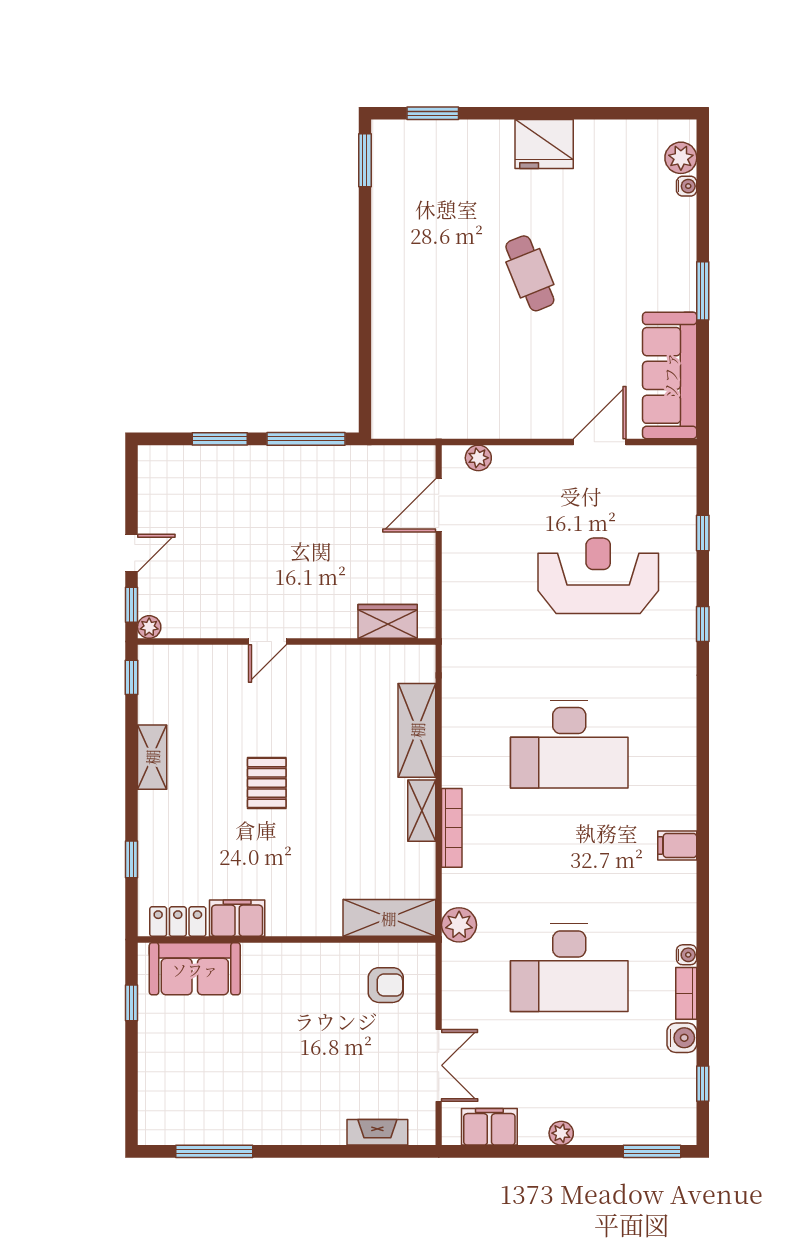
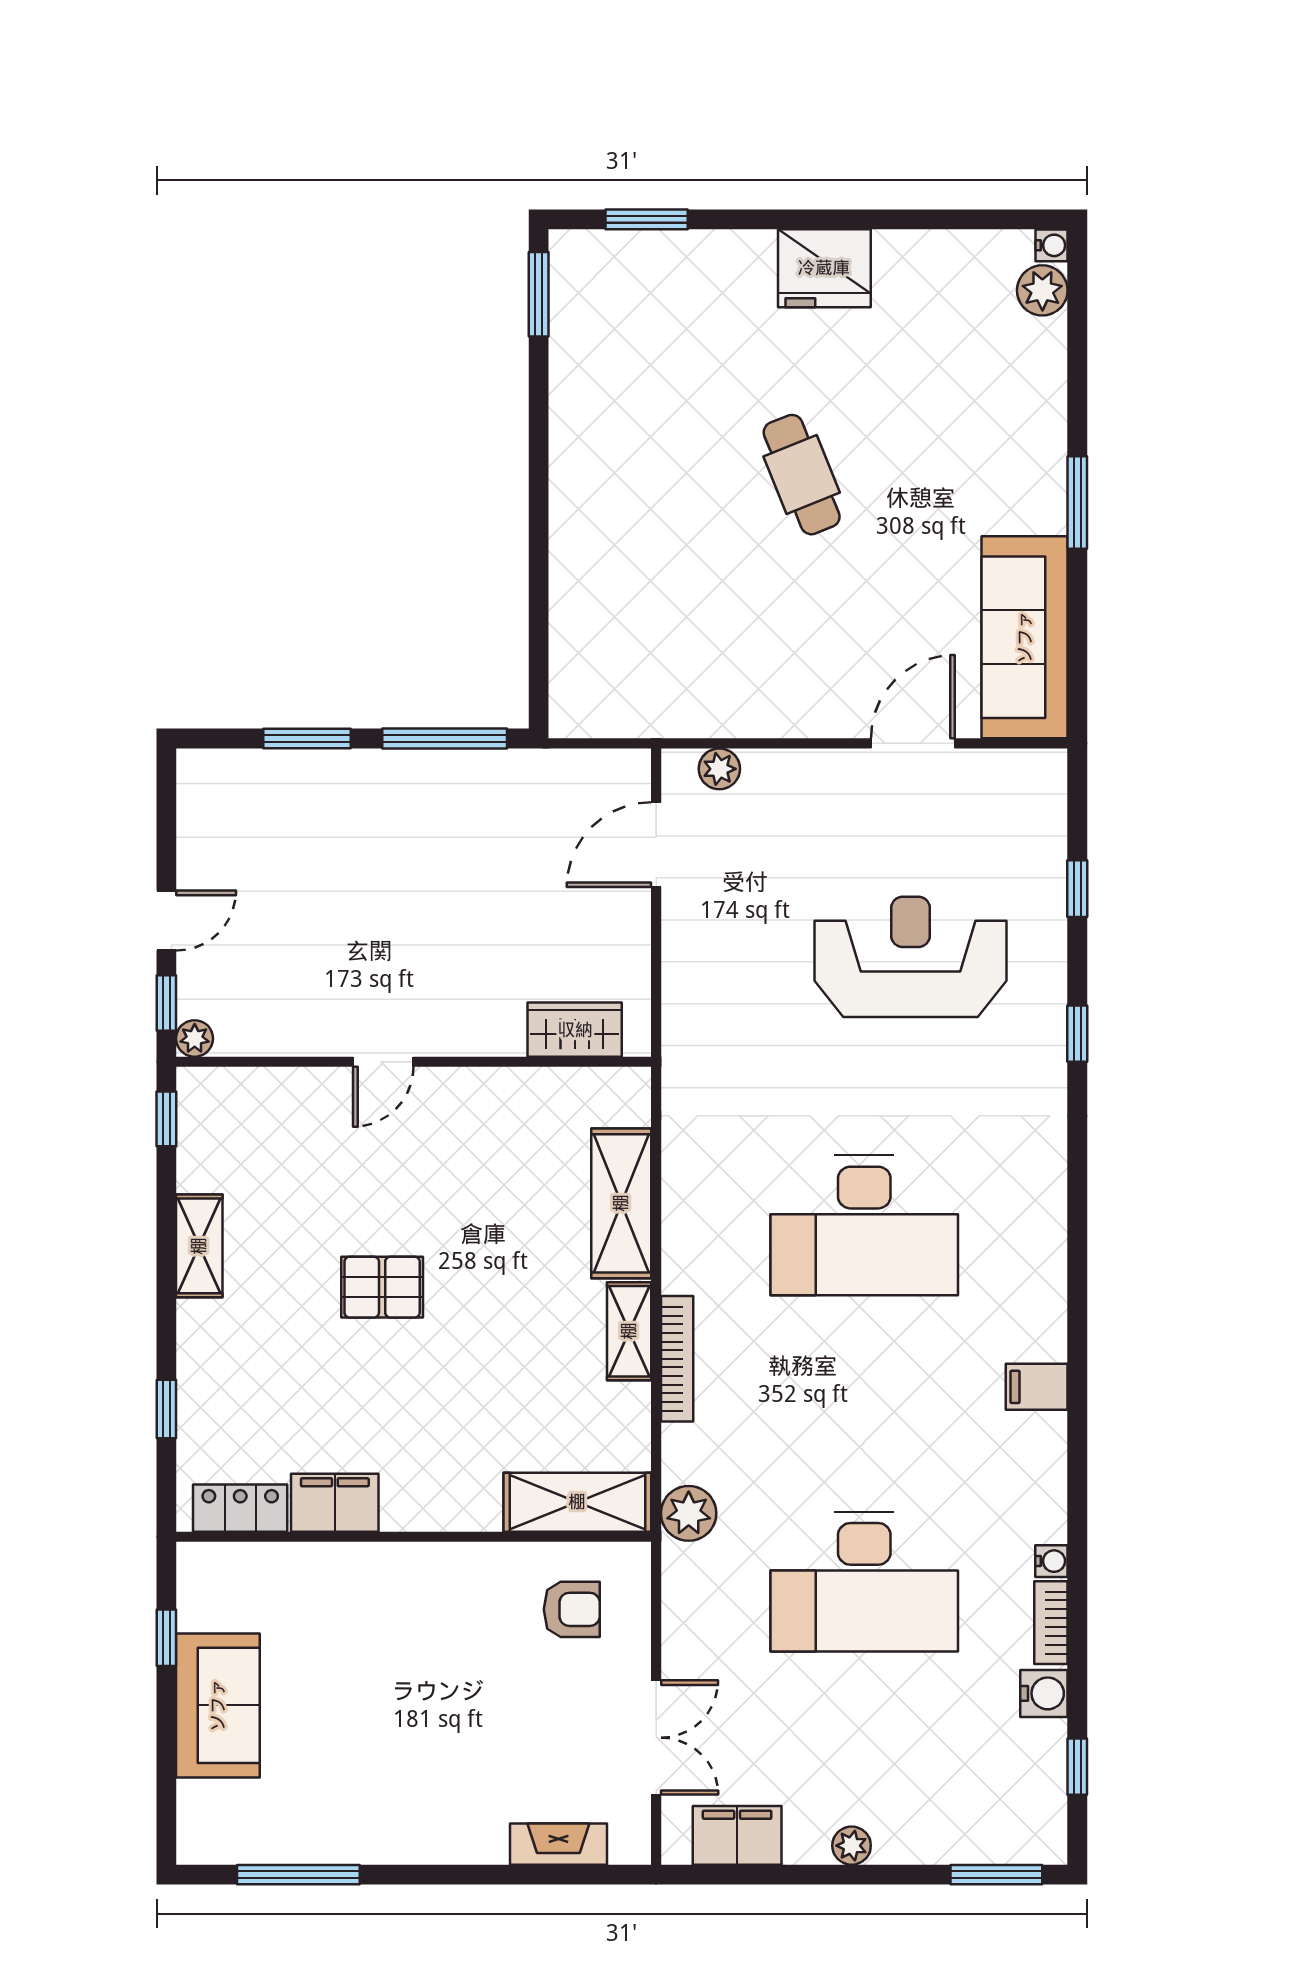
water cooler: (687, 186) -> (1052, 245), moved
pallet: (267, 783) -> (382, 1287), turned 90
sofa: (195, 969) -> (218, 1705), moved, turned -90

